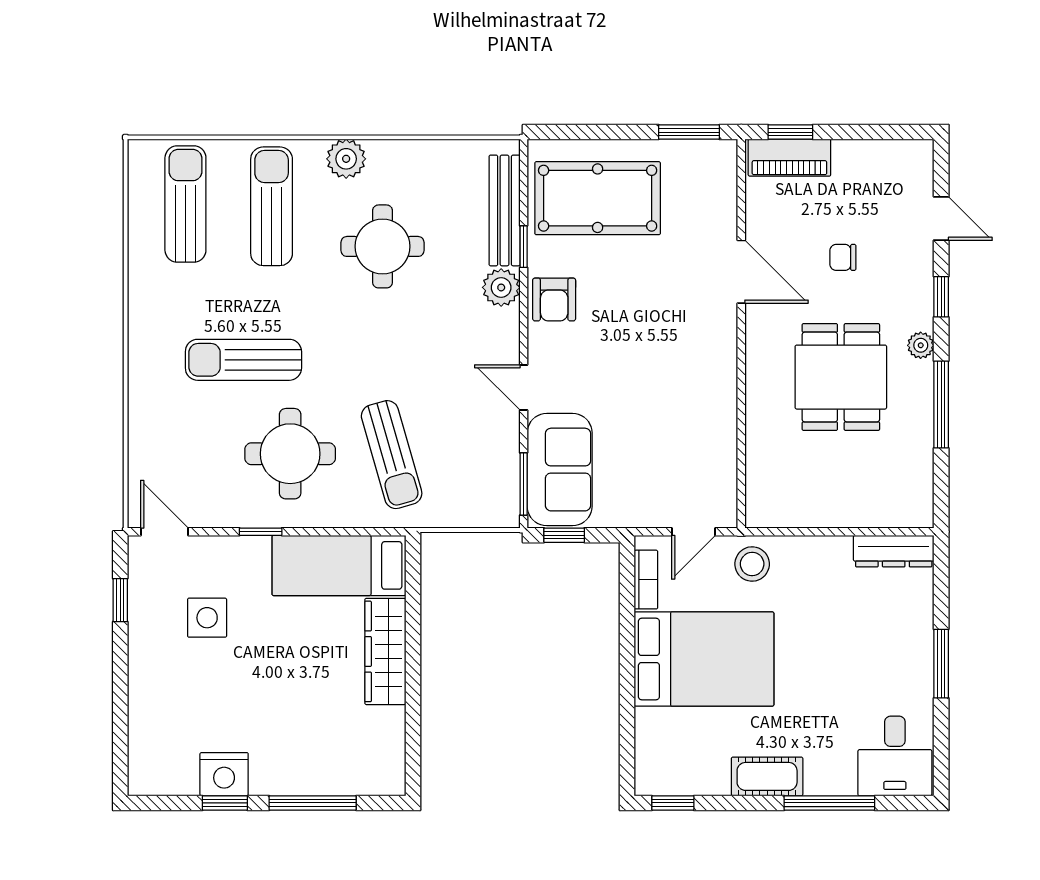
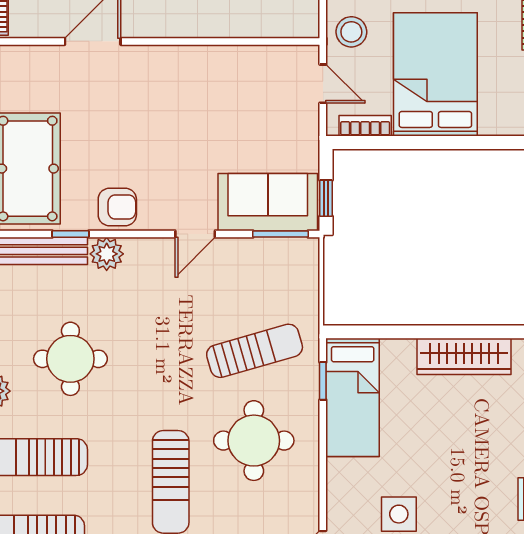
window: (261, 532) -> (323, 381), moved
wardrobe: (385, 651) -> (464, 356), moved

